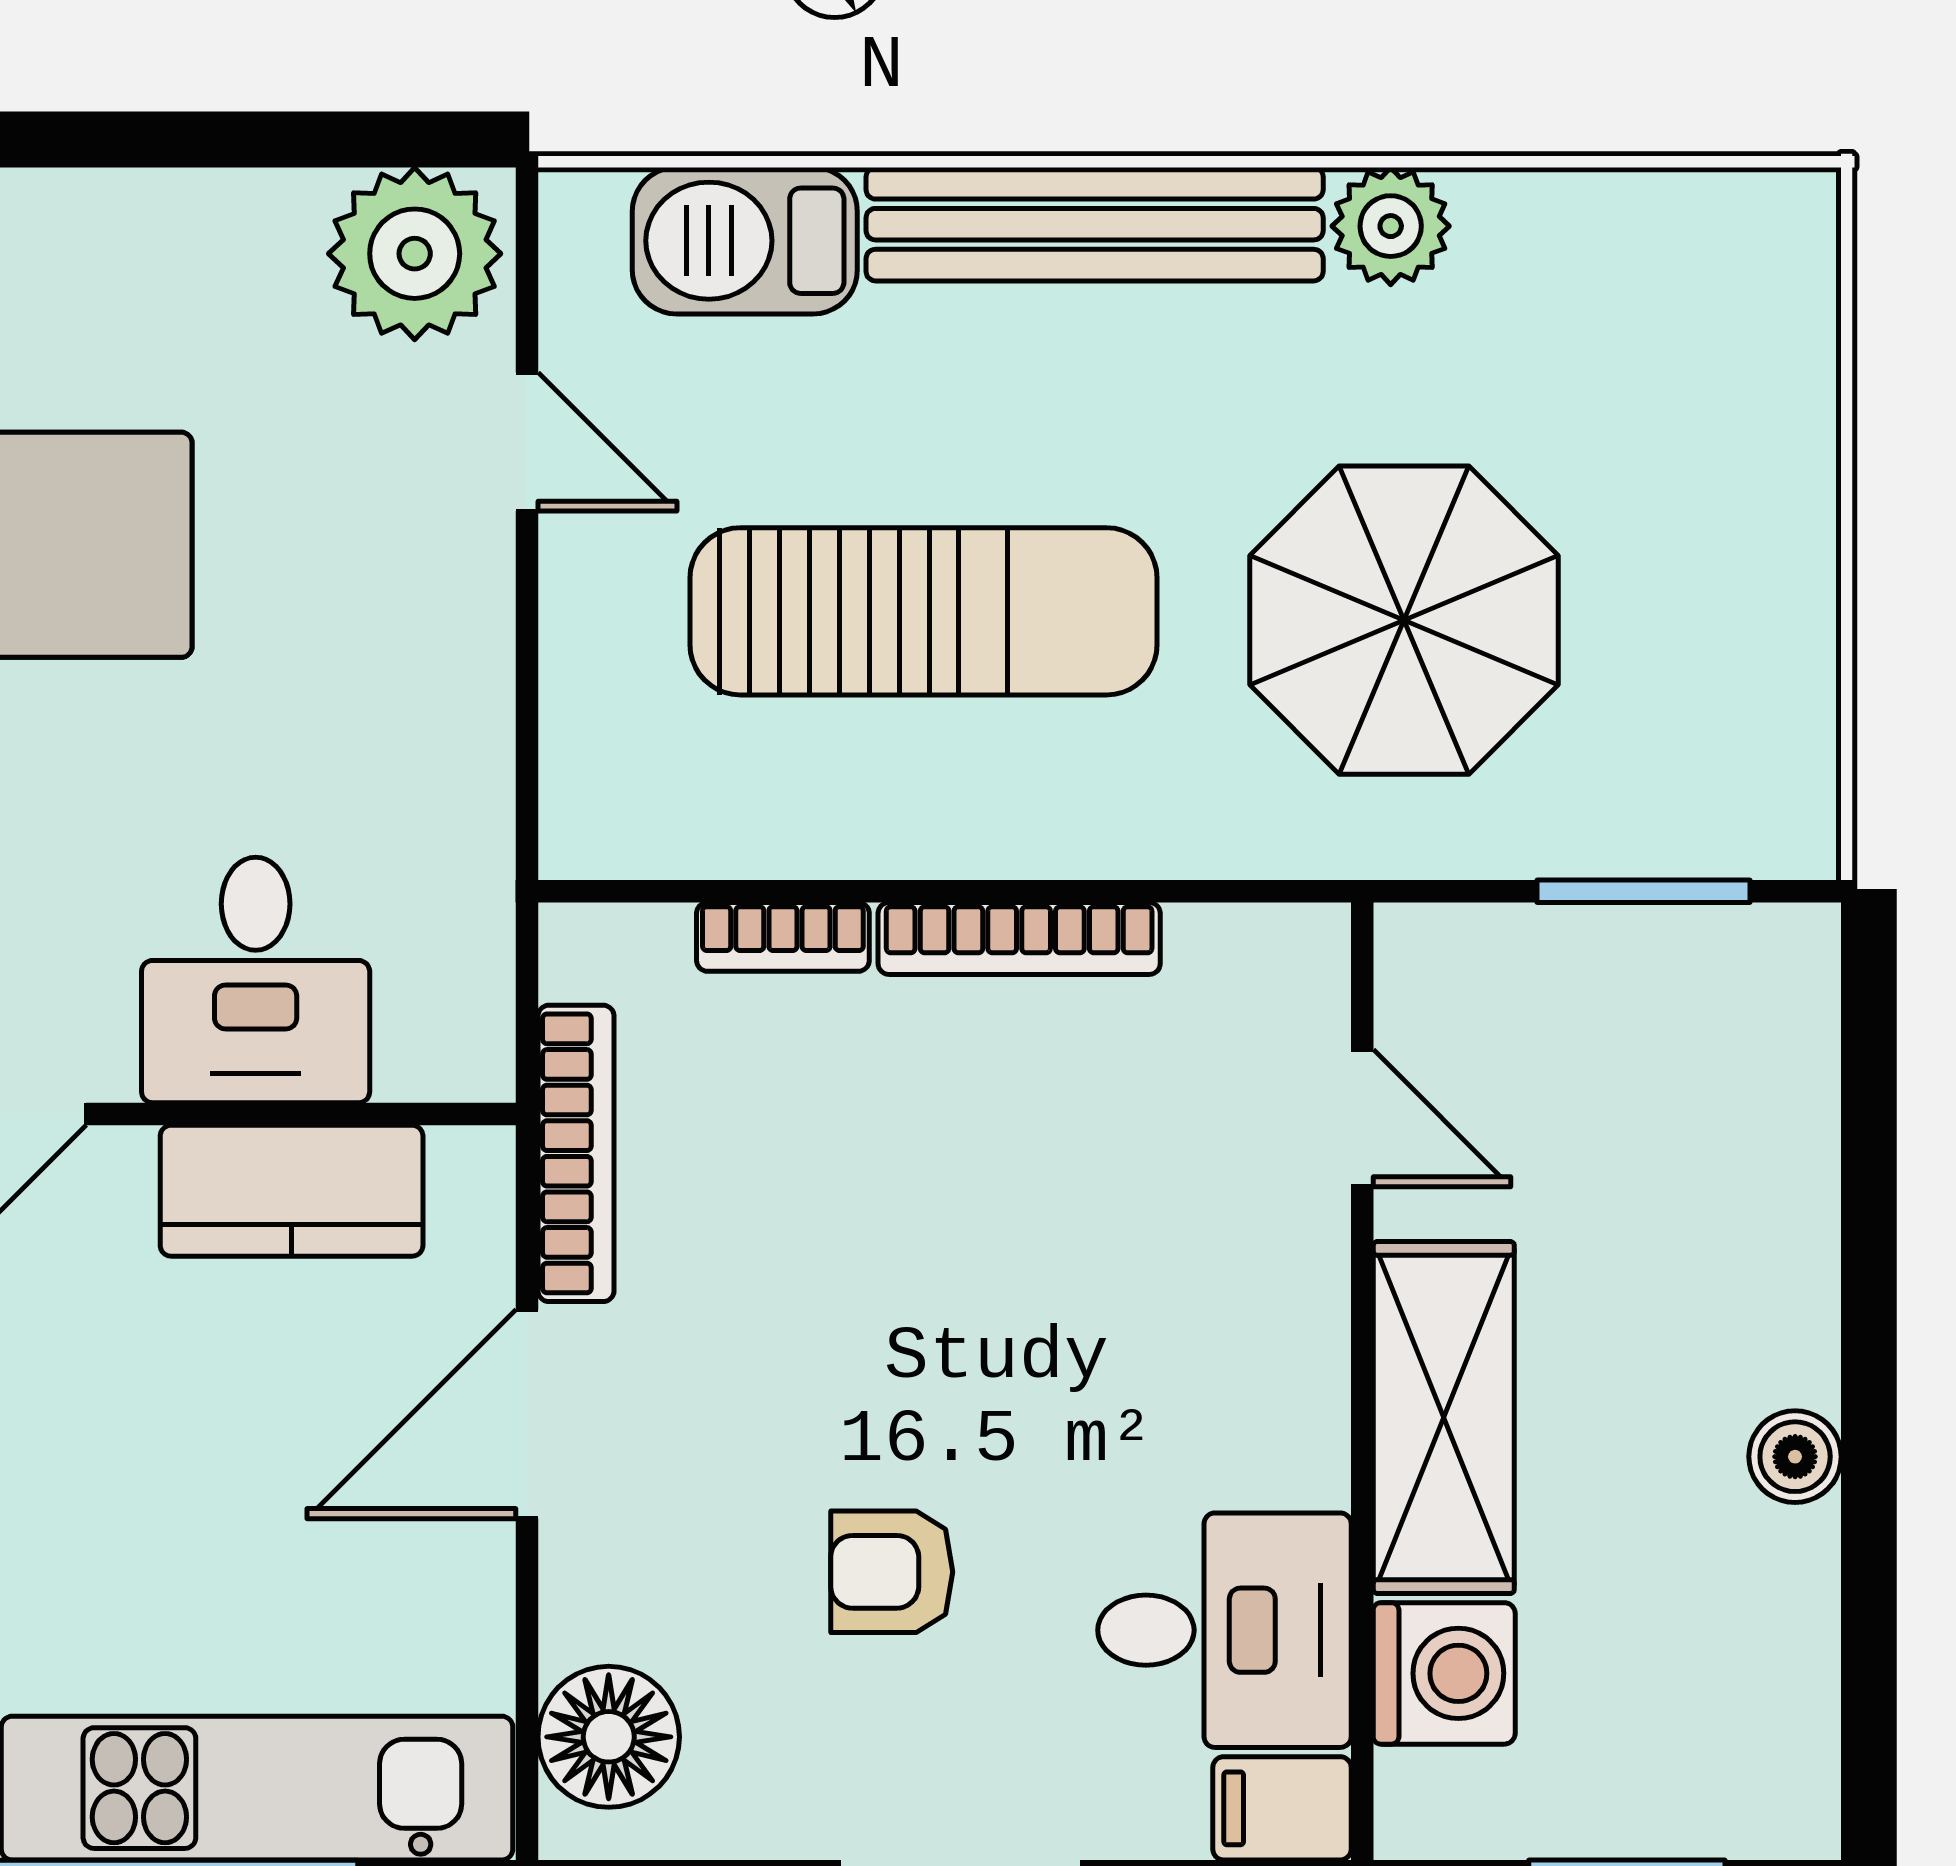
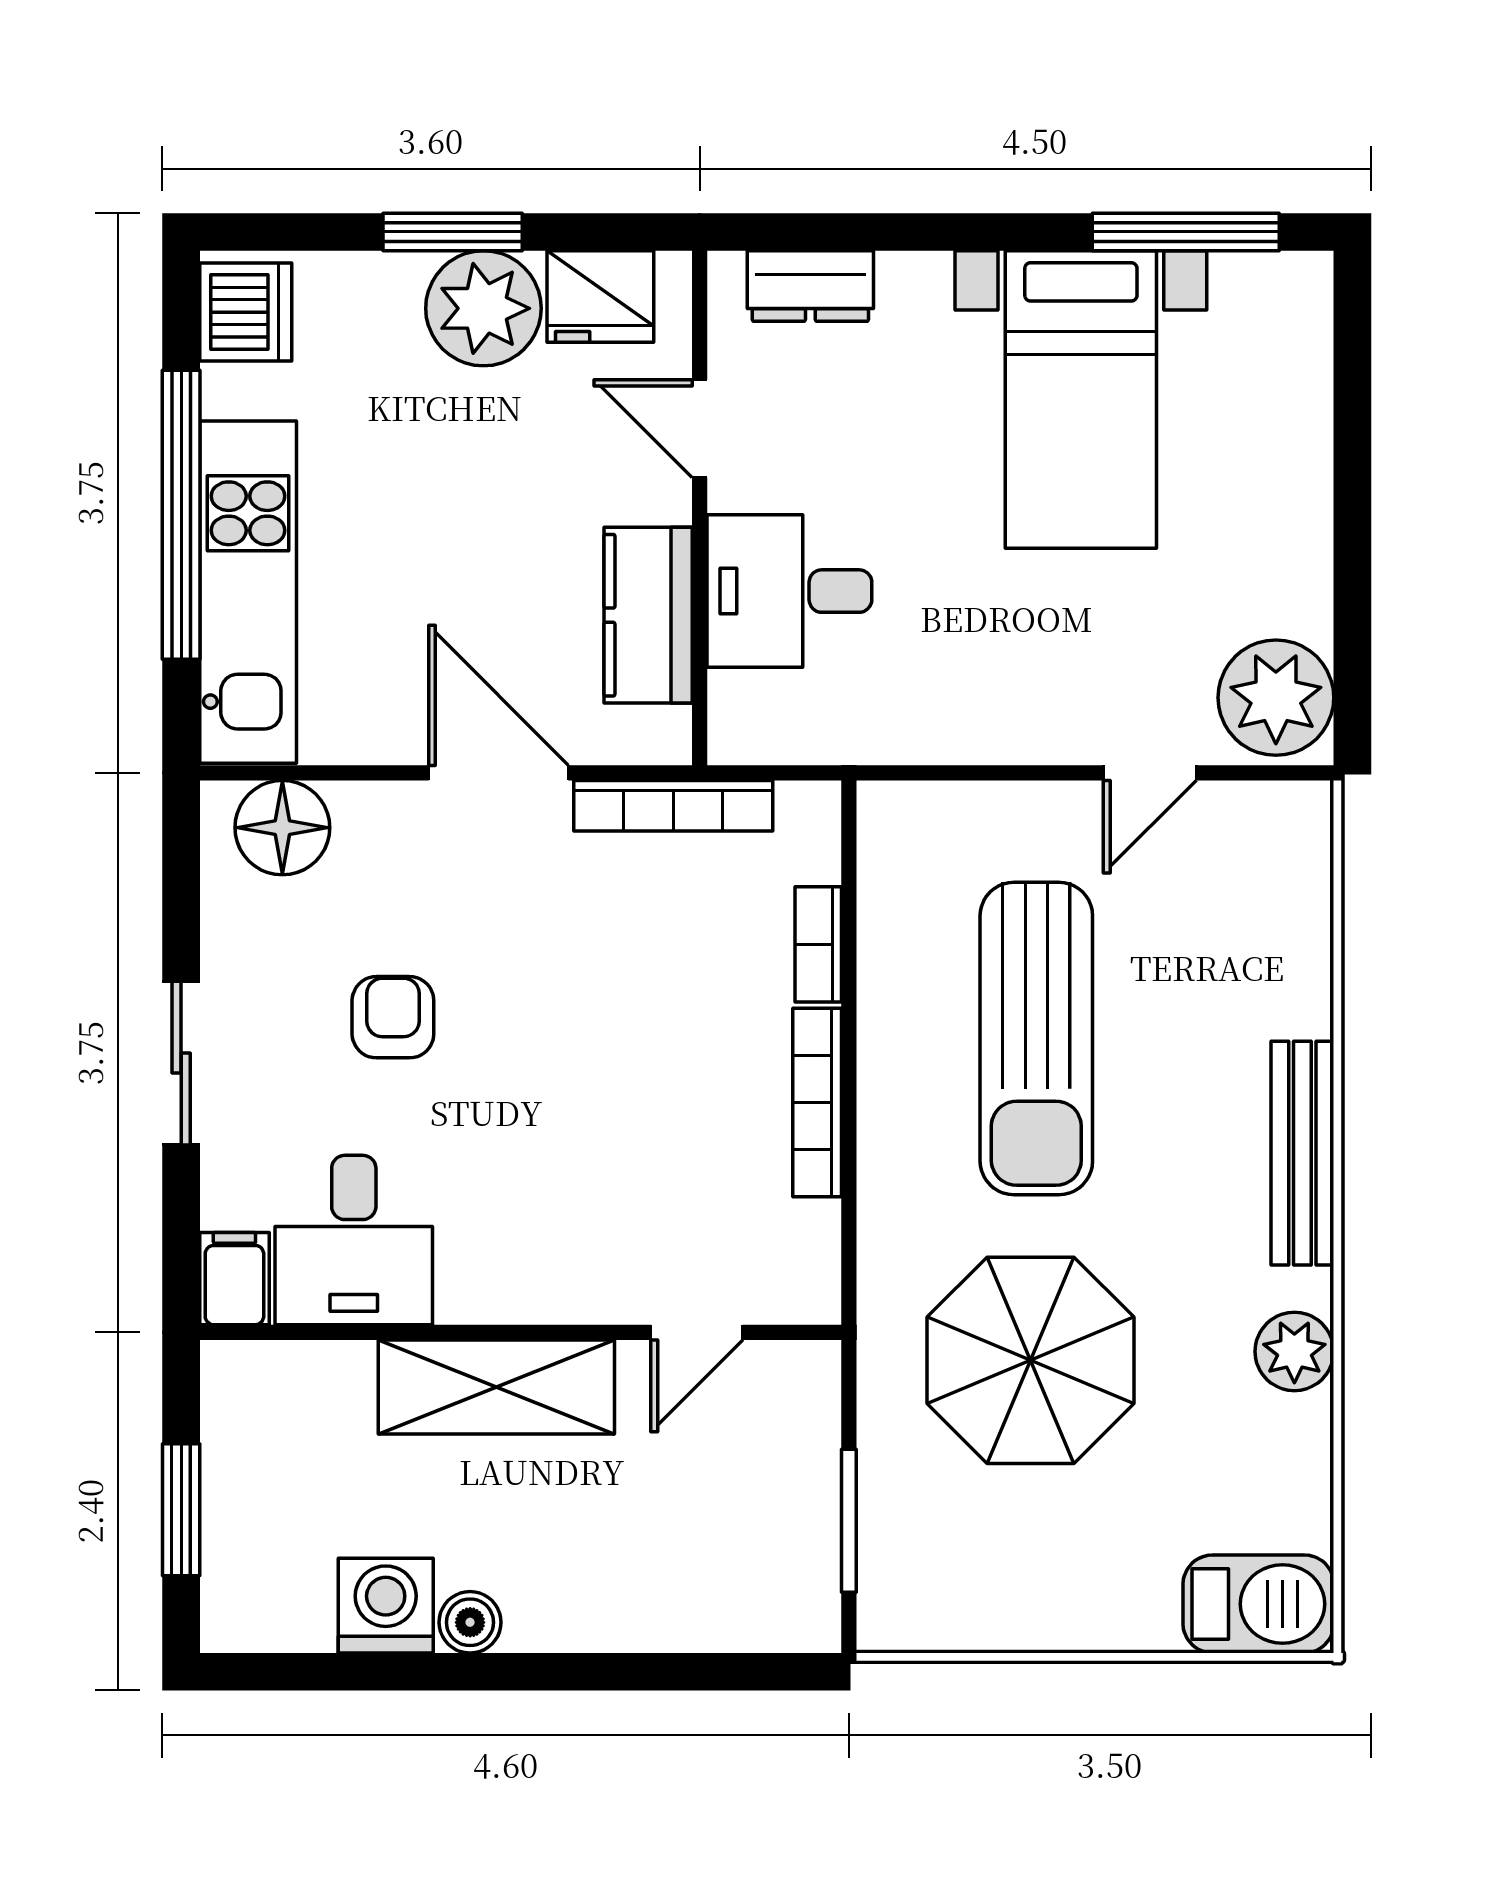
bench: (1095, 224) -> (1302, 1153), width x0.73, depth x0.82
barbecue: (745, 241) -> (1258, 1604), moved, turned 90
washing machine: (1444, 1673) -> (386, 1606), moved, turned 180

